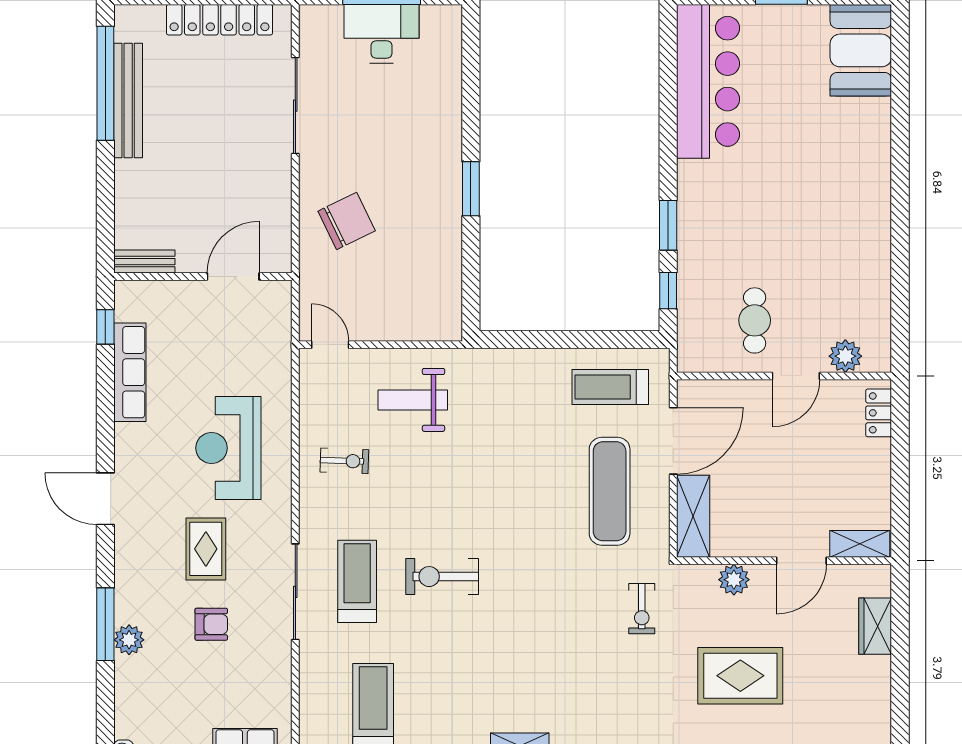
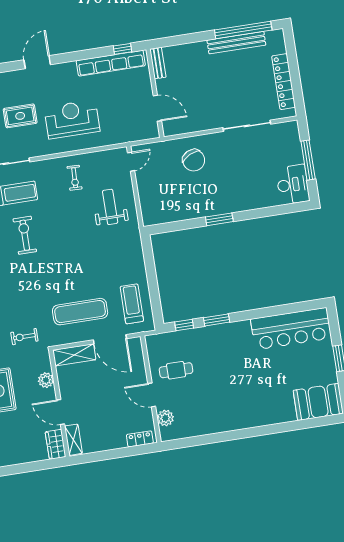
desk: (381, 34) -> (293, 185), moved
row of seats: (130, 372) -> (111, 63), width x1.36
wardrobe: (875, 626) -> (56, 444), moved, turned -90

